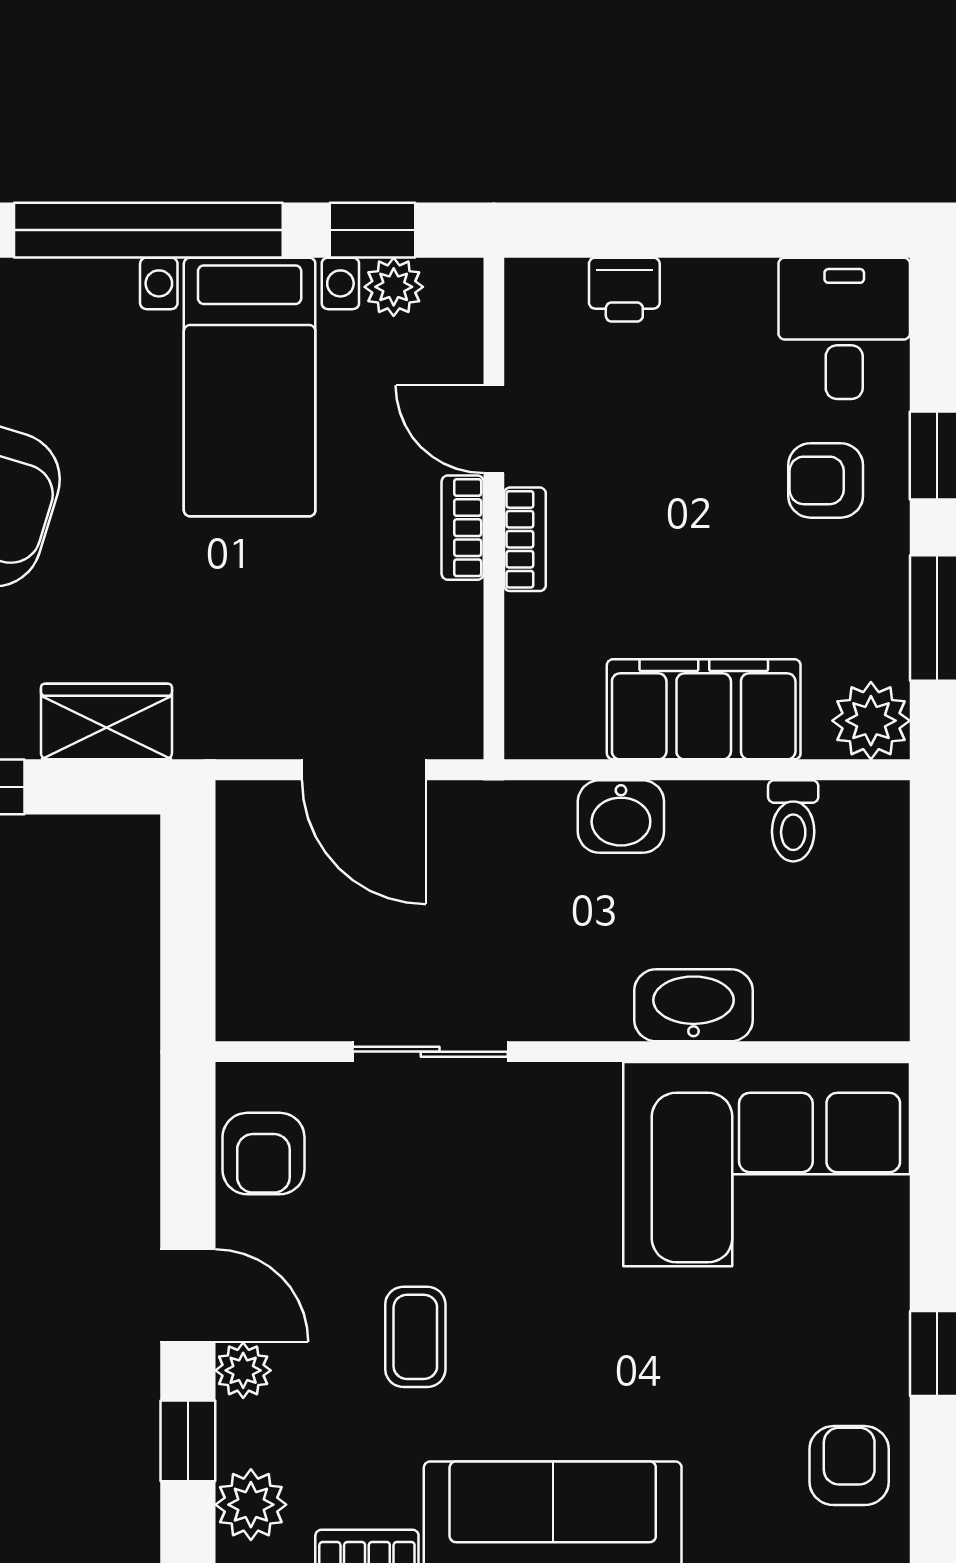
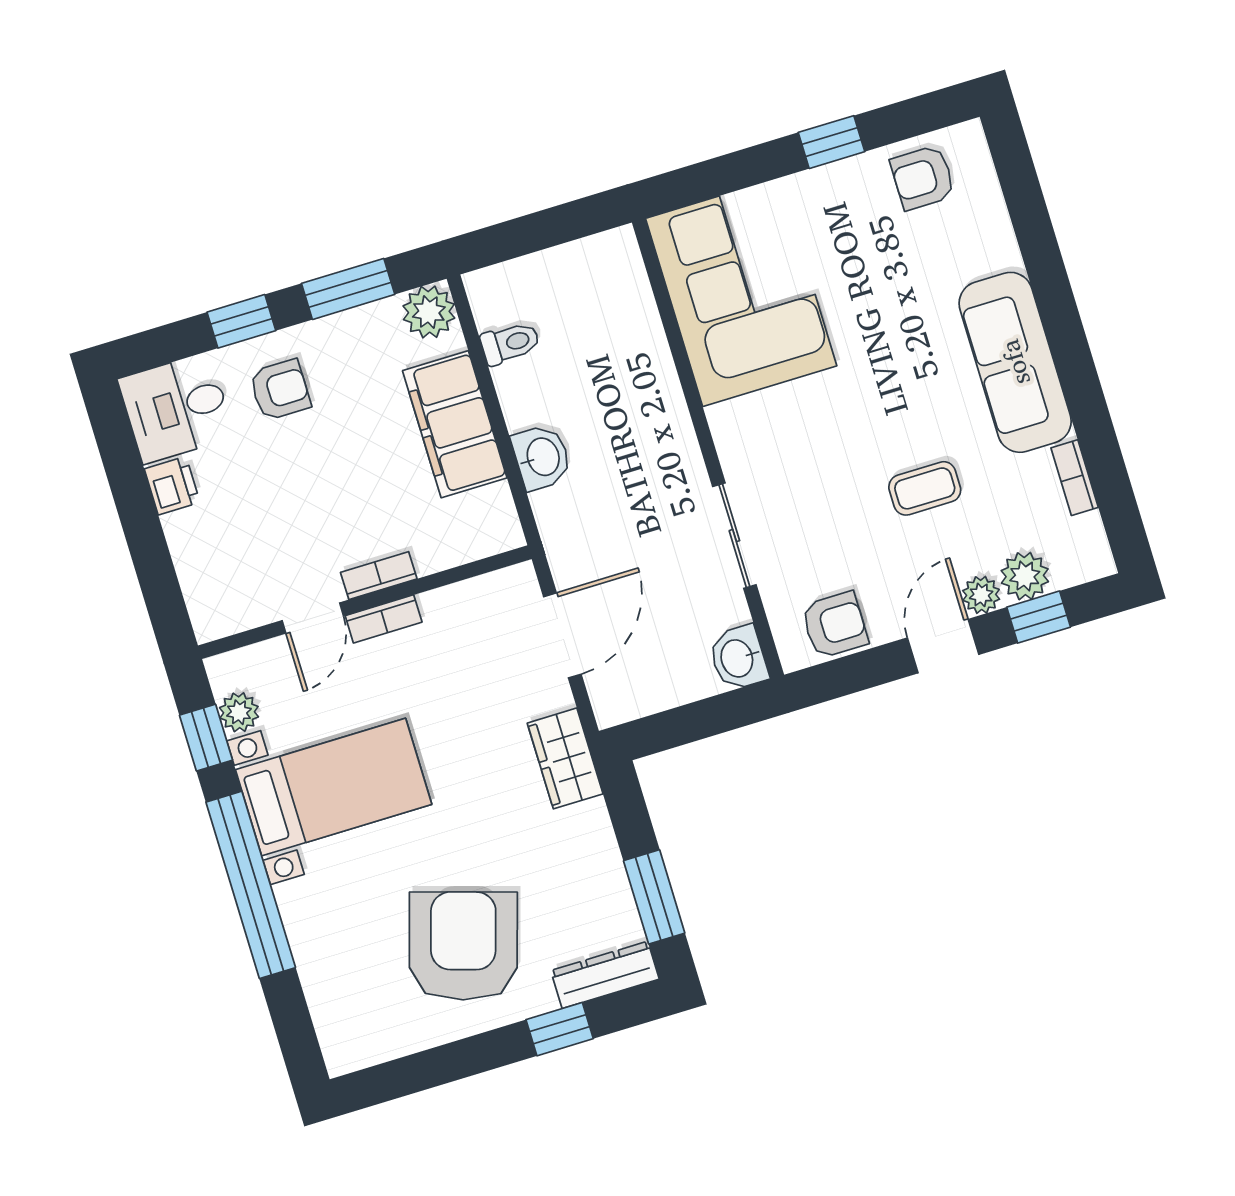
printer: (624, 290) -> (172, 486), moved
armchair: (826, 480) -> (280, 390), turned -90
wardrobe: (106, 722) -> (565, 758), moved
washbasin: (693, 1005) -> (738, 658), moved, width x0.72
plant: (251, 1505) -> (1025, 576), moved

